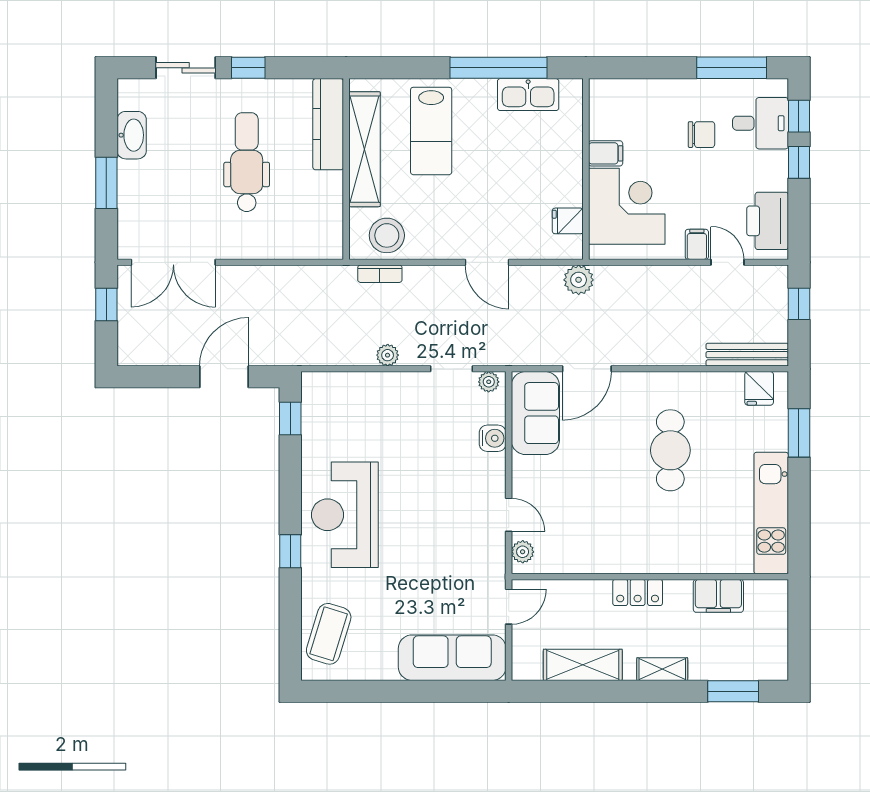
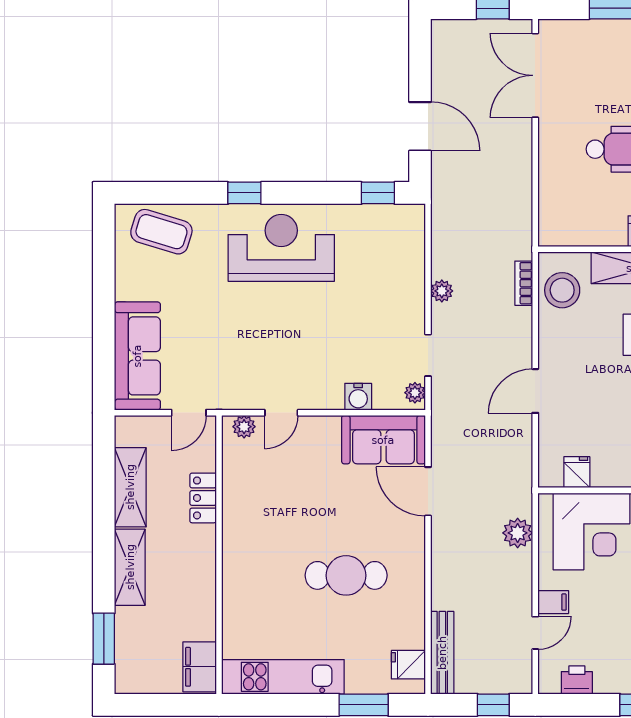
printer: (768, 221) -> (577, 680), width x0.53, depth x0.68
plant: (579, 280) -> (518, 533), moved
locker: (638, 592) -> (203, 498), moved
filing cabinet: (718, 596) -> (200, 667), moved
door: (509, 607) -> (189, 413), hinge flipped
shelving: (662, 669) -> (130, 567), width x1.50, depth x1.33

